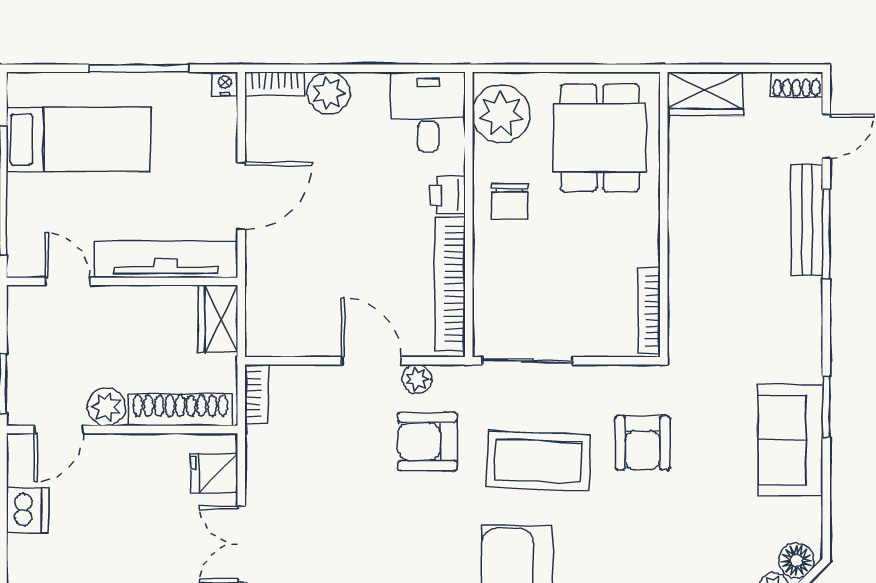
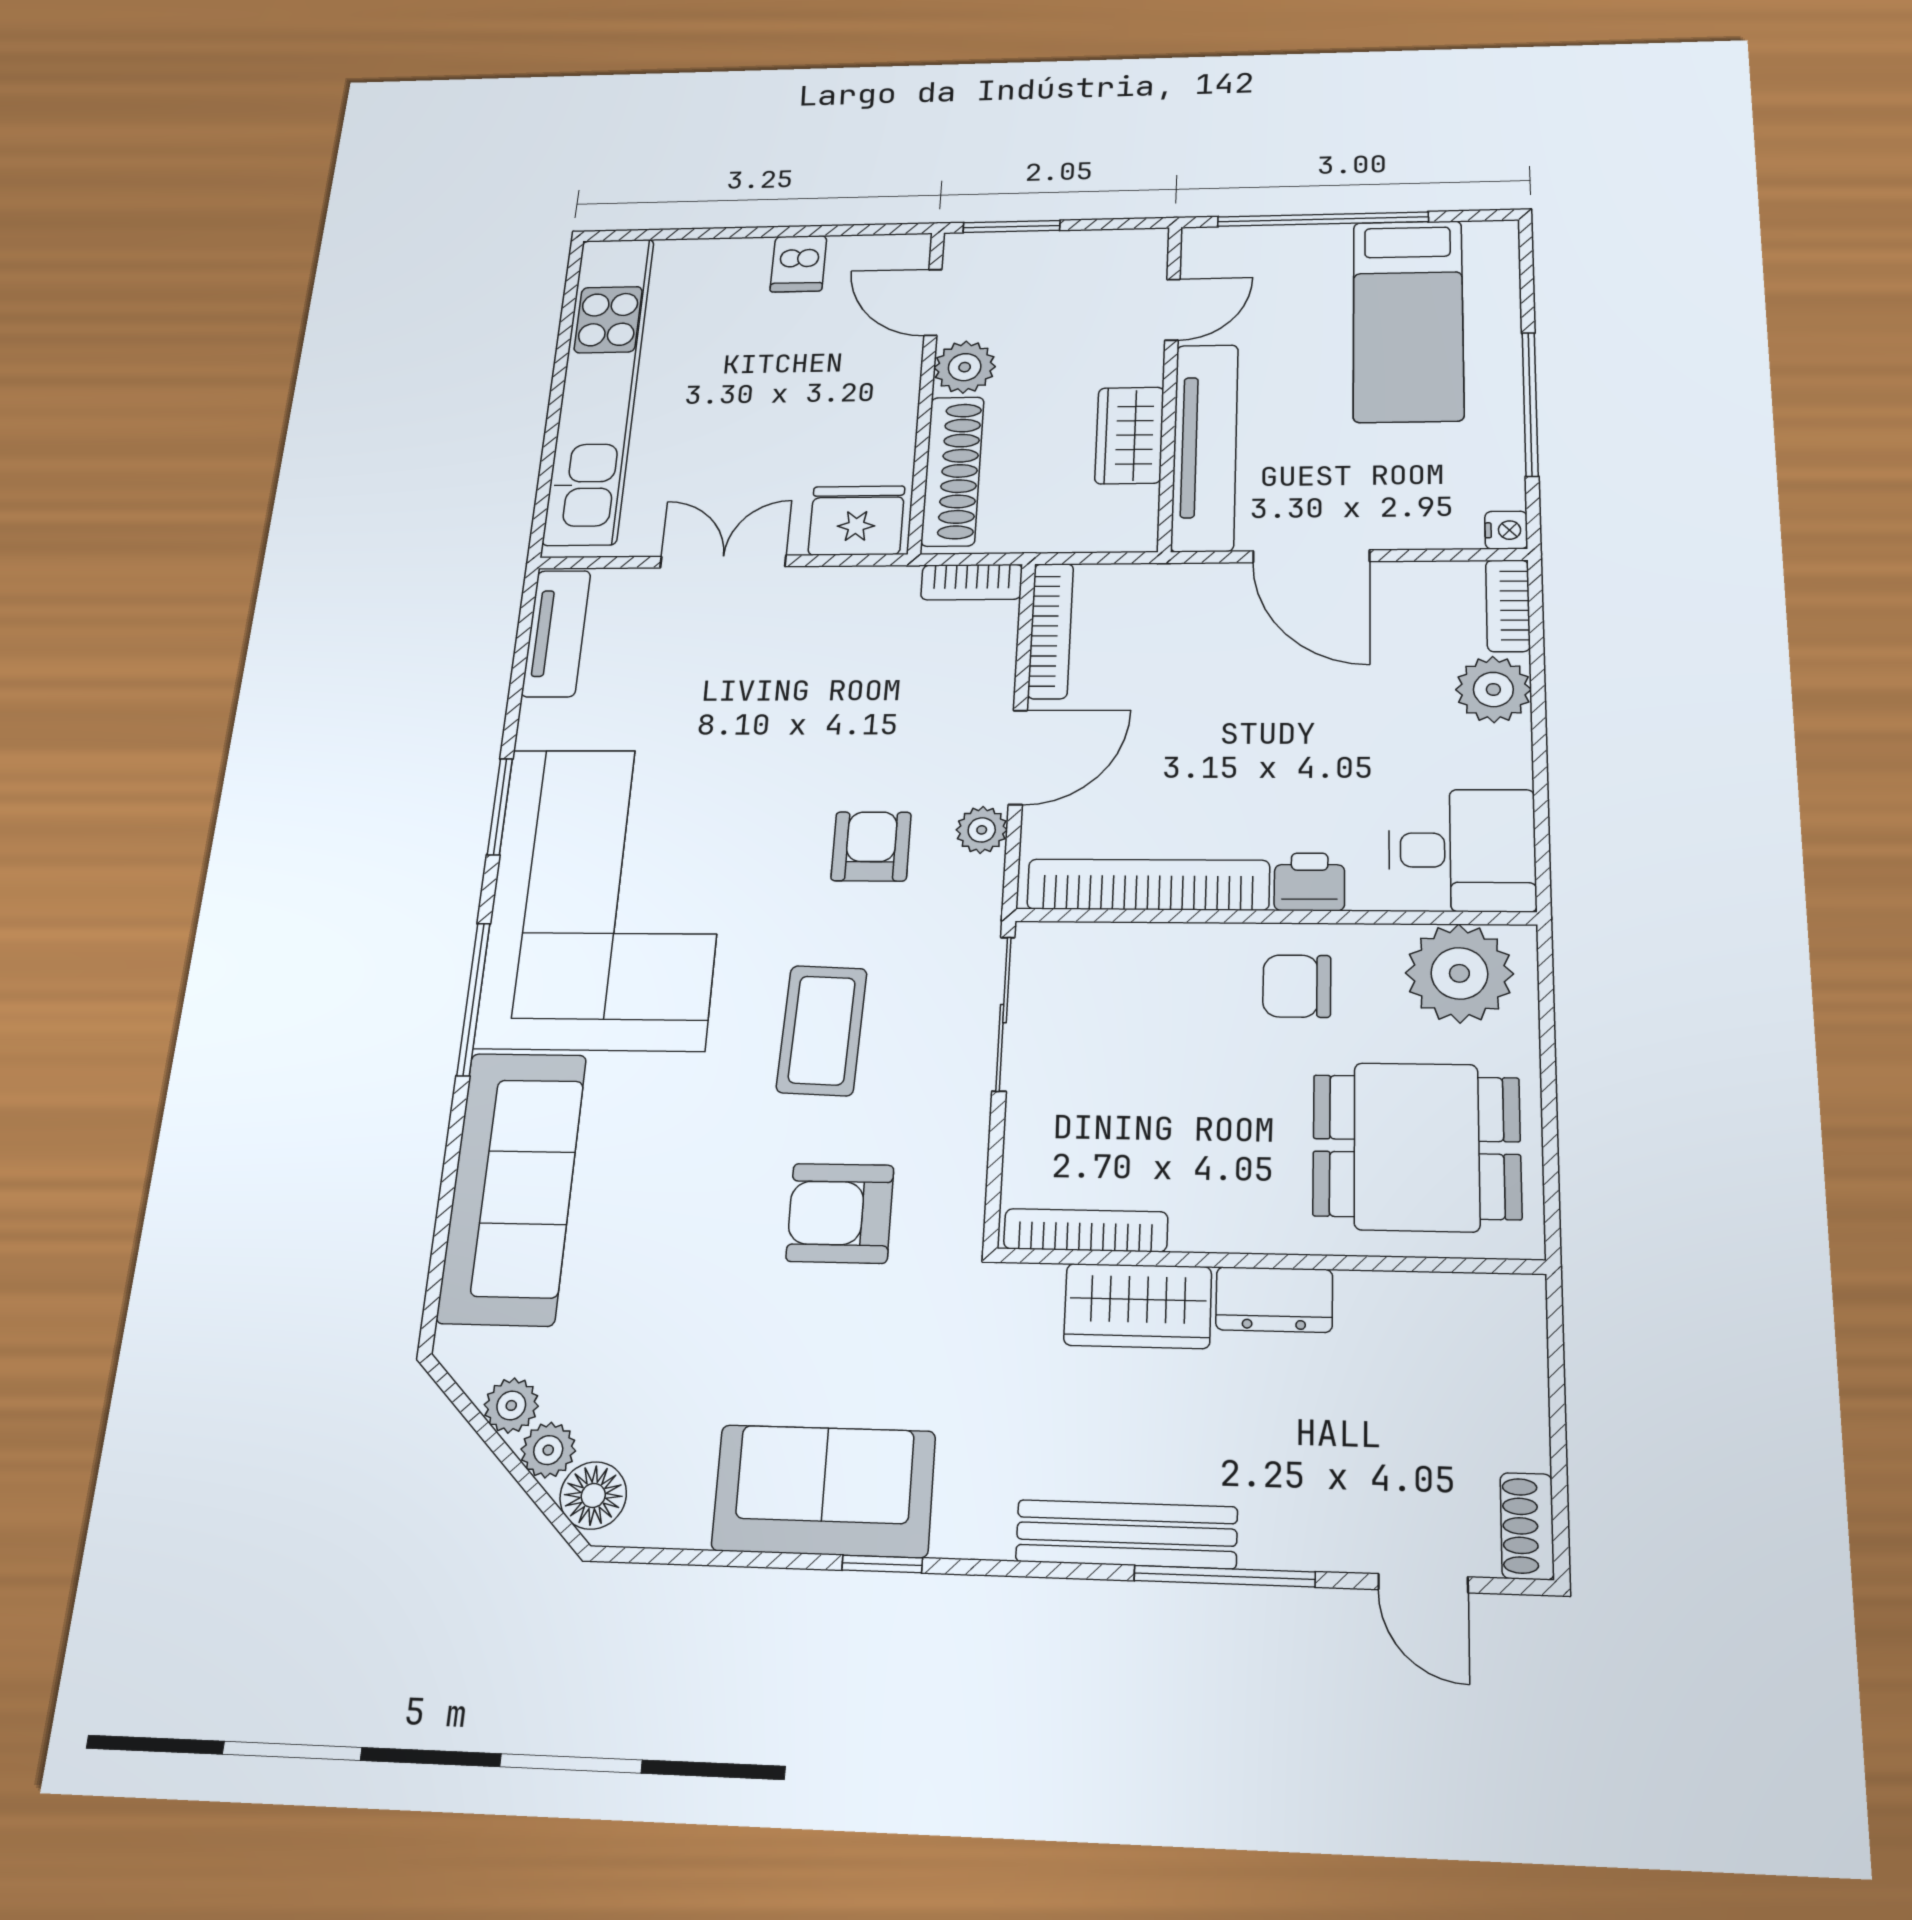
wardrobe: (705, 94) -> (1138, 1306), moved, turned -90
dresser: (684, 211) -> (1274, 1300), added
bench: (807, 220) -> (1127, 1534), moved
wardrobe: (218, 319) -> (1129, 435), moved, turned -90
bookcase: (289, 346) -> (1051, 631), added
window: (826, 407) -> (882, 1564), width x0.67
armchair: (427, 441) -> (871, 846), width x0.72, depth x0.72
coffee table: (538, 461) -> (822, 1030), width x0.73, depth x0.76
fridge: (214, 473) -> (857, 520), width x1.38
dishwasher: (28, 510) -> (798, 264), width x0.73

